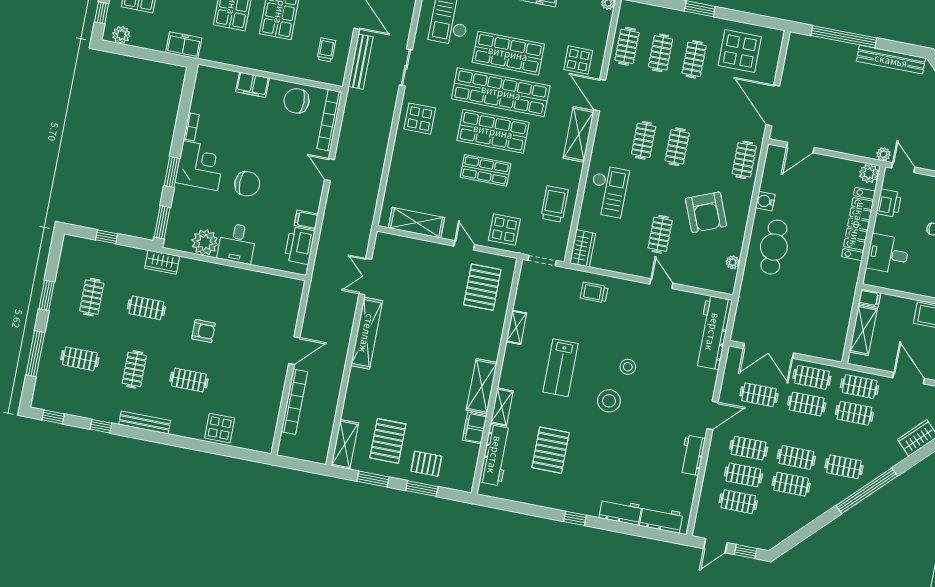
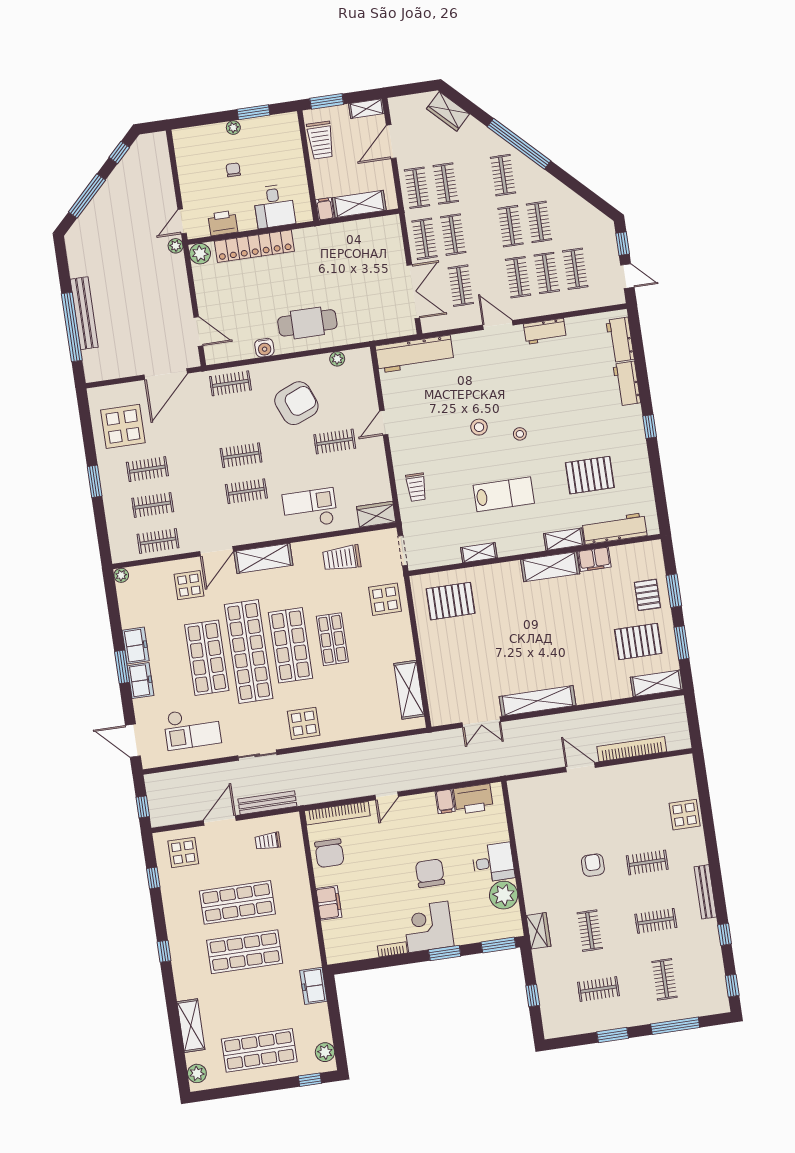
bench: (891, 60) -> (84, 313), moved
door: (464, 245) -> (415, 634), removed
clothes rail: (189, 380) -> (647, 862), turned 90
stool: (609, 401) -> (520, 434), width x0.53, depth x0.53

